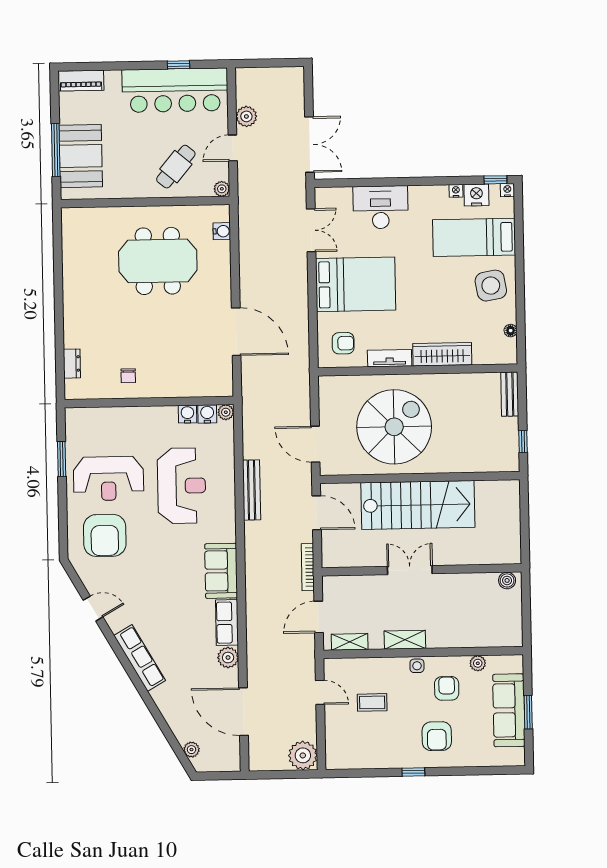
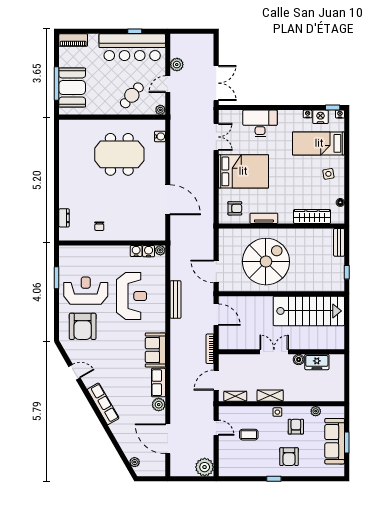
side table: (491, 286) -> (328, 174), width x0.54, depth x0.54
wardrobe: (442, 354) -> (312, 216), moved
reception desk: (108, 478) -> (86, 291), turned 180
stairs: (418, 505) -> (309, 311), moved
boiler: (507, 580) -> (299, 360), moved
freezer: (478, 585) -> (317, 362), added

